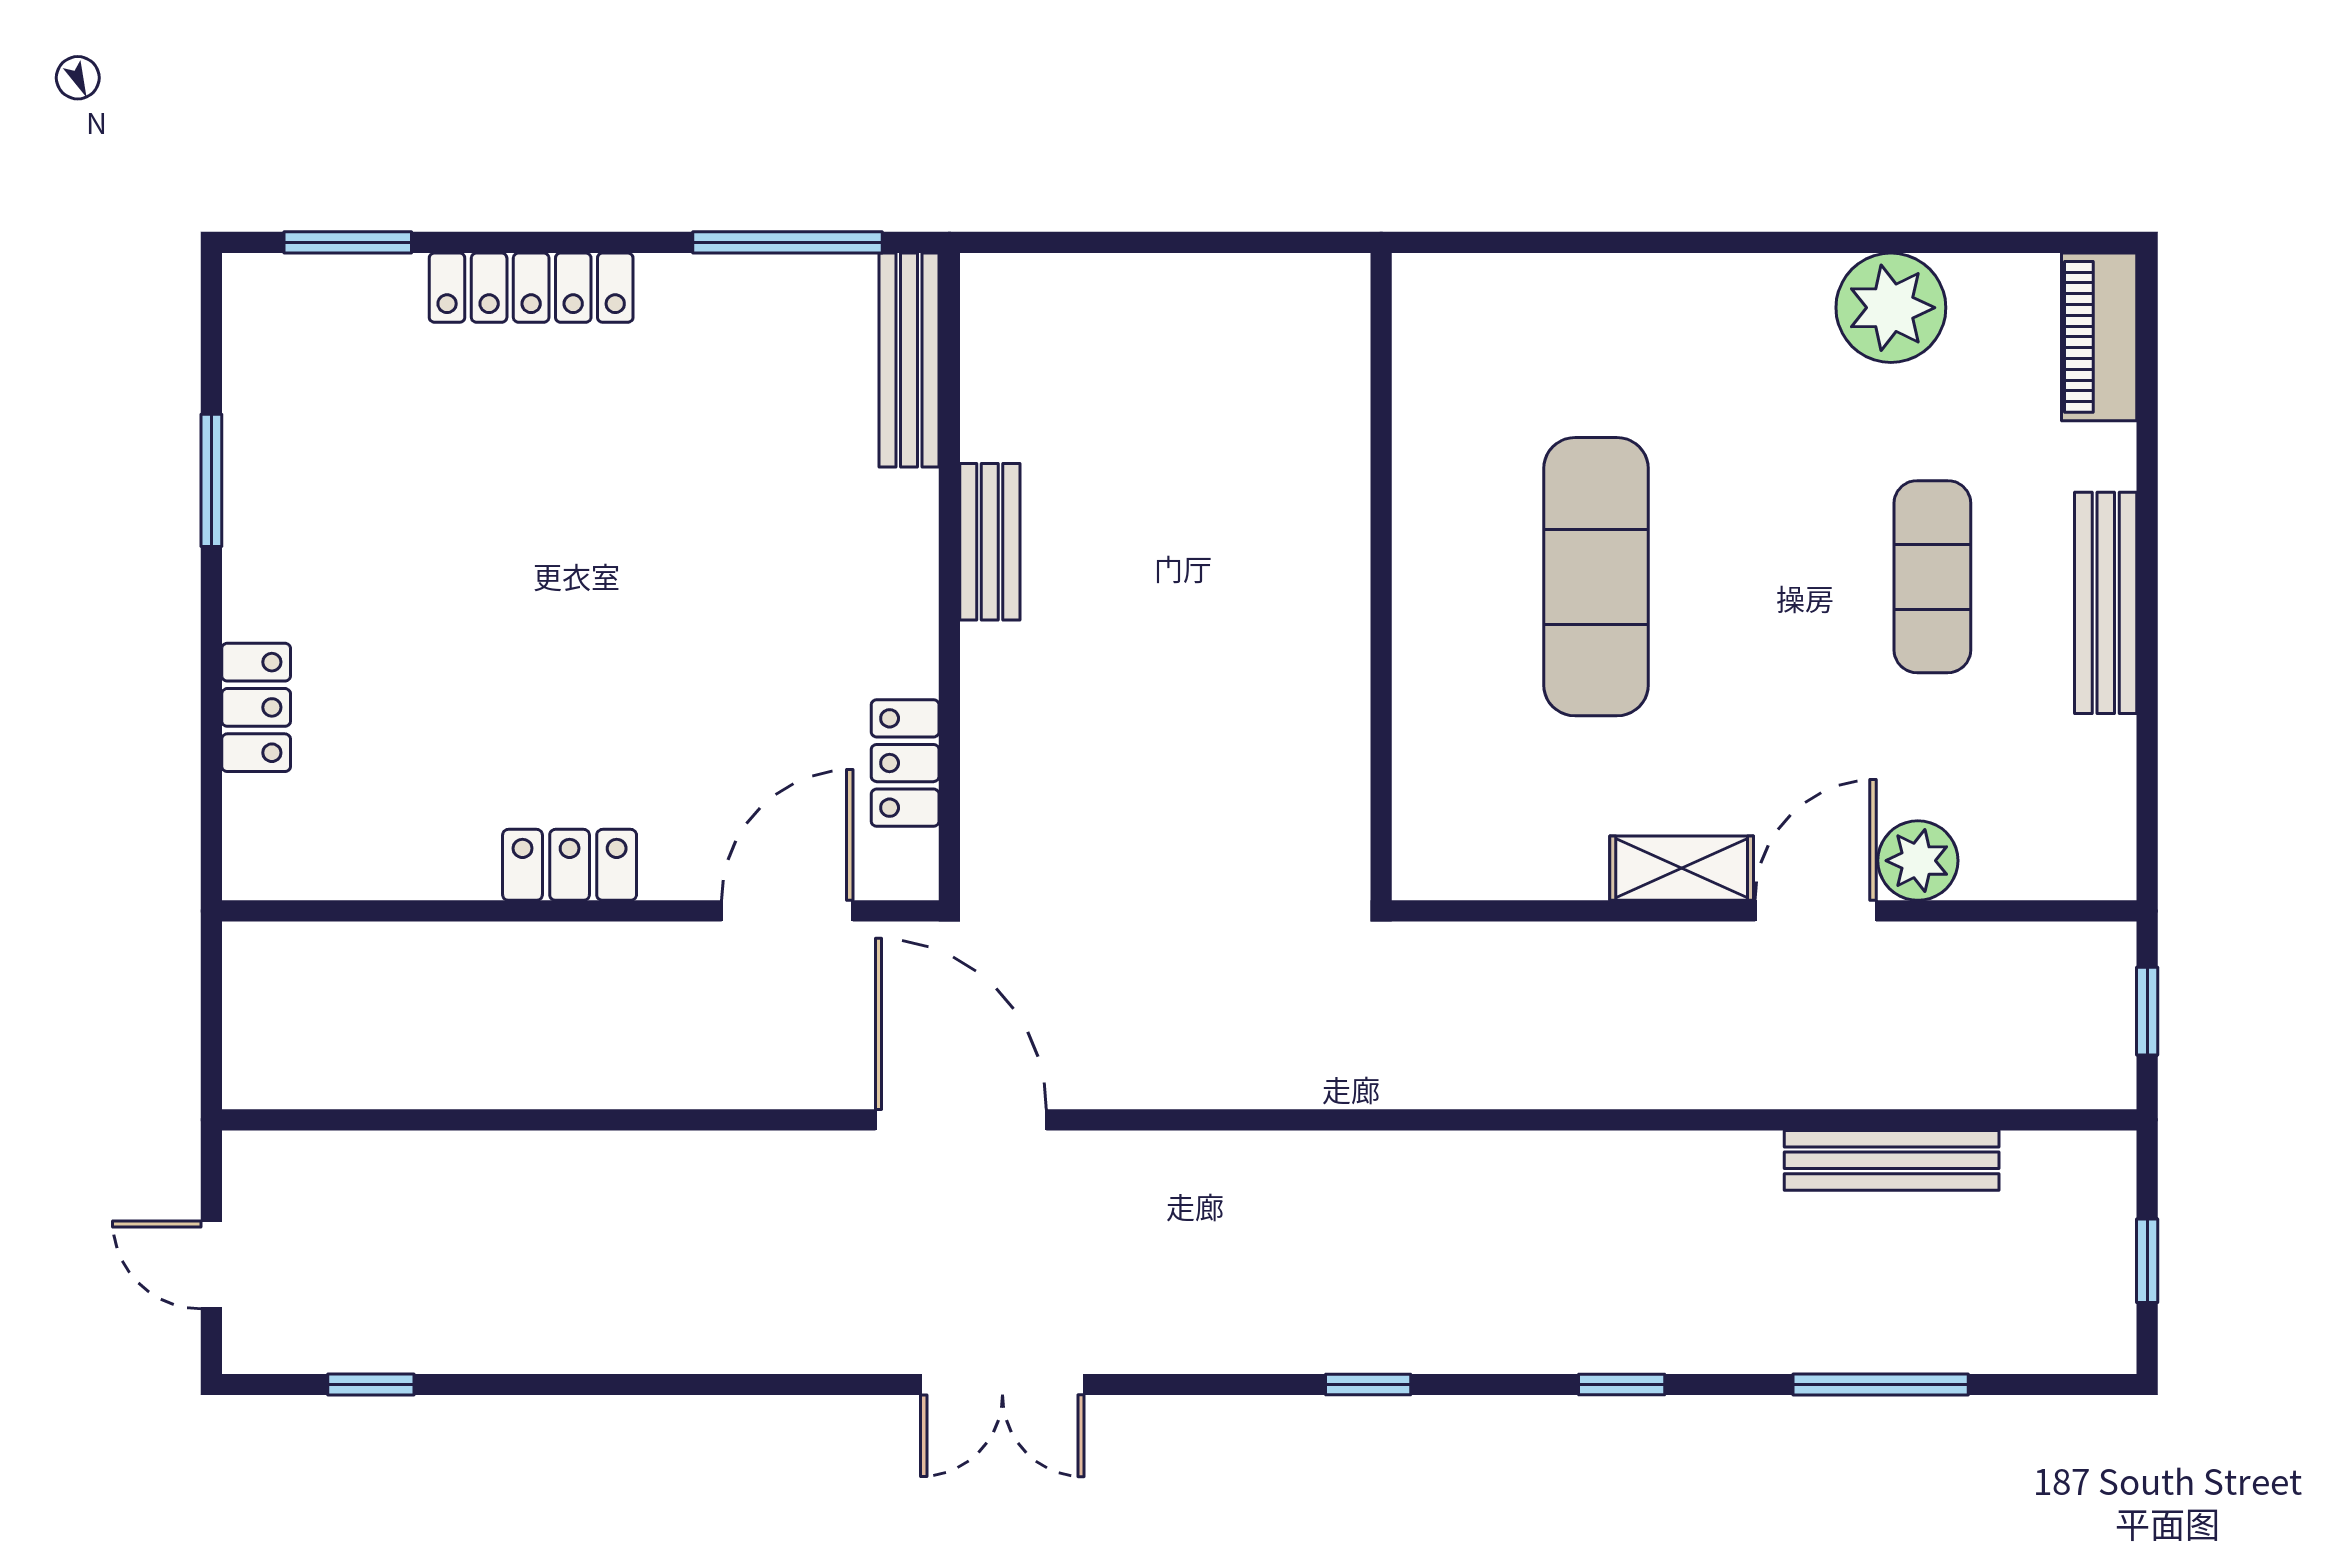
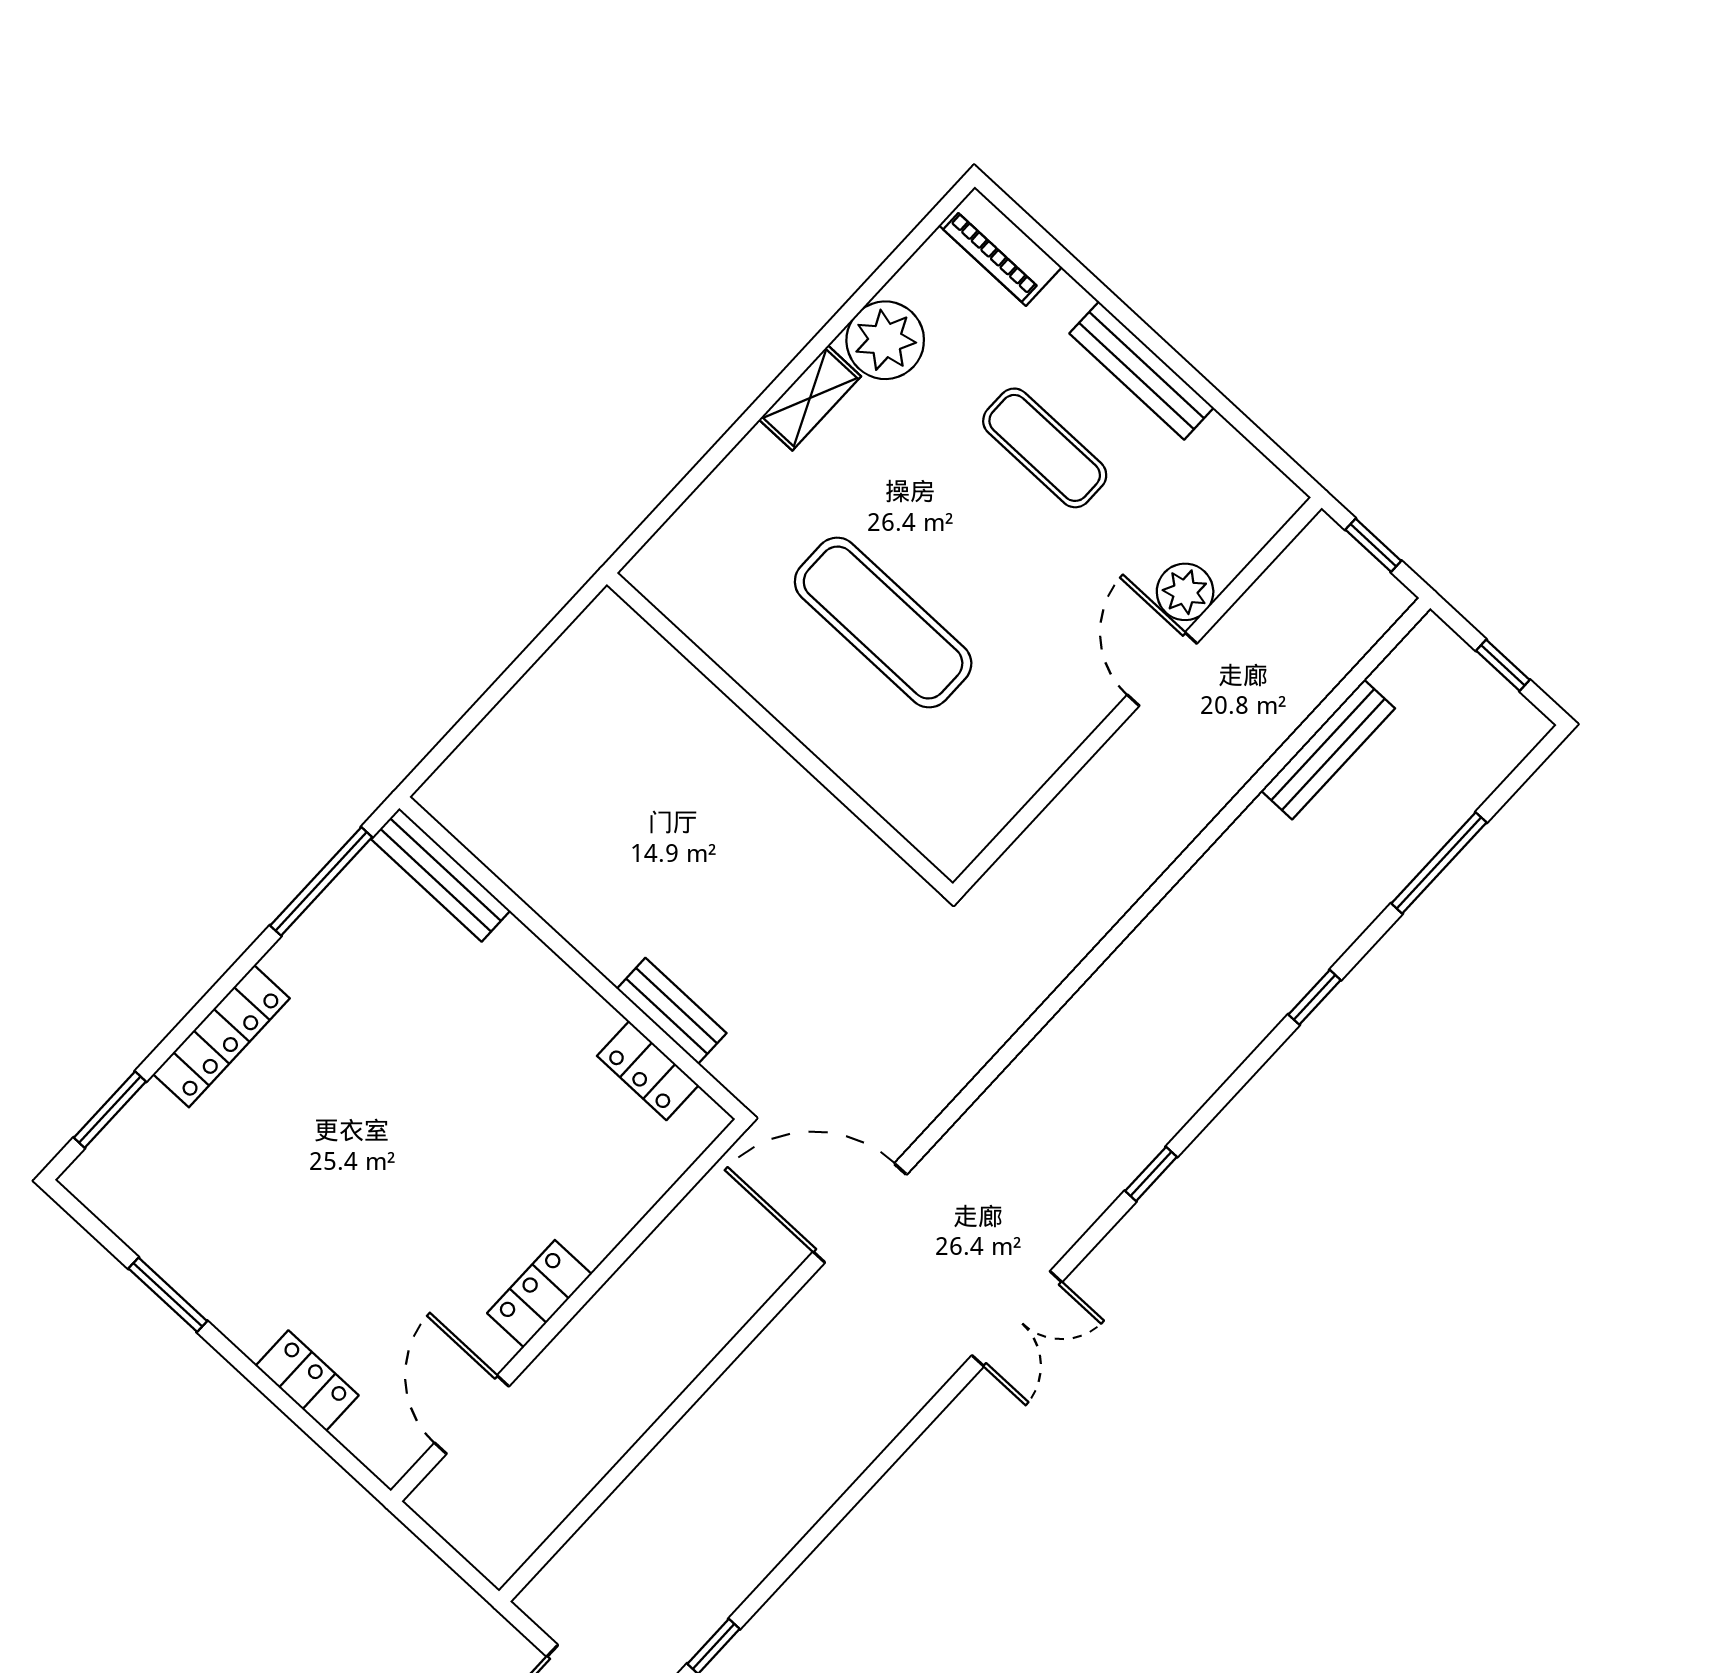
bench: (990, 542) -> (672, 1011), moved
shelving: (1682, 868) -> (810, 398), moved
door: (787, 911) -> (472, 1415), moved
window: (1368, 1384) -> (1151, 1174), moved

